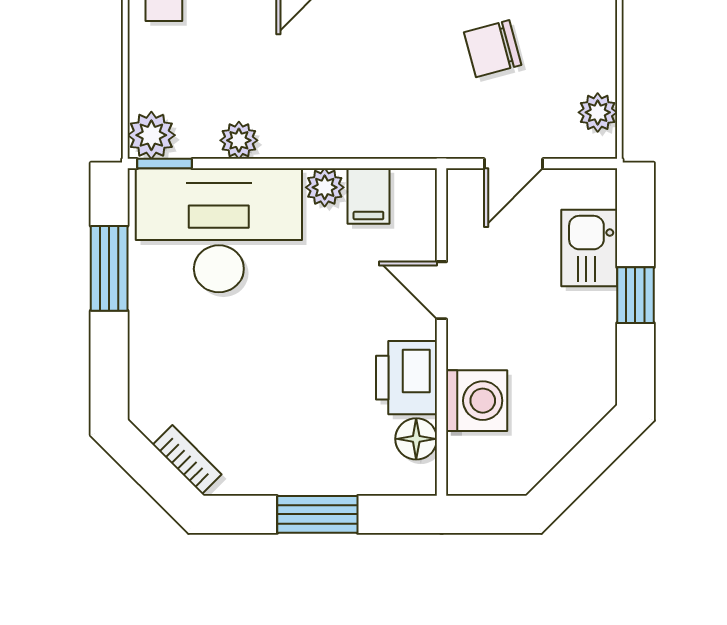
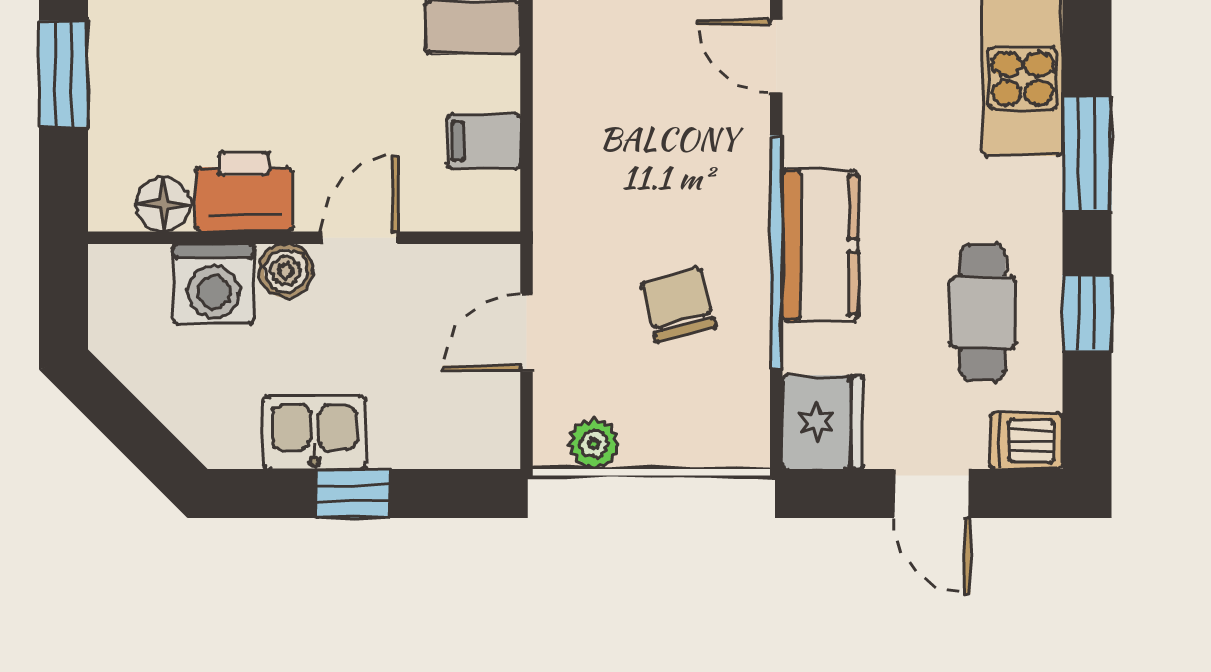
door: (513, 164) -> (527, 333), hinge flipped
plant: (325, 187) -> (495, 83), removed
kitchen sink: (589, 248) -> (315, 432), moved
boiler: (467, 346) -> (286, 271), added

